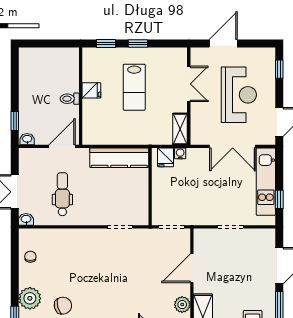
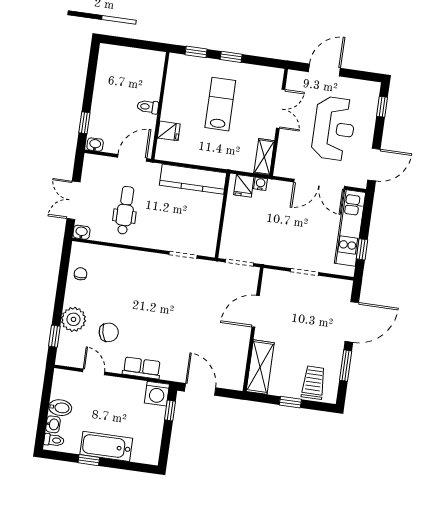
lab bench: (134, 87) -> (220, 104), turned 180
fridge: (91, 90) -> (169, 131), moved
plant: (182, 305) -> (239, 350), removed

